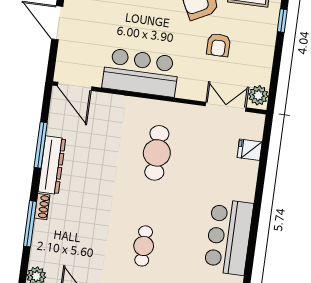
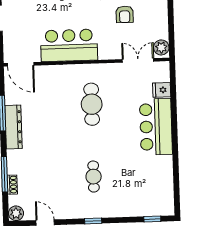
shoe rack: (42, 207) -> (12, 185), moved
bar counter: (229, 237) -> (156, 127), moved

